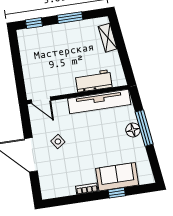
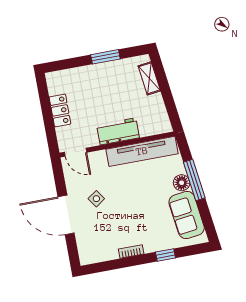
window: (34, 23) -> (64, 64), removed
locker: (29, 63) -> (60, 110), added
workbench: (94, 81) -> (118, 131), moved
sofa: (117, 177) -> (187, 215), moved, turned -97

